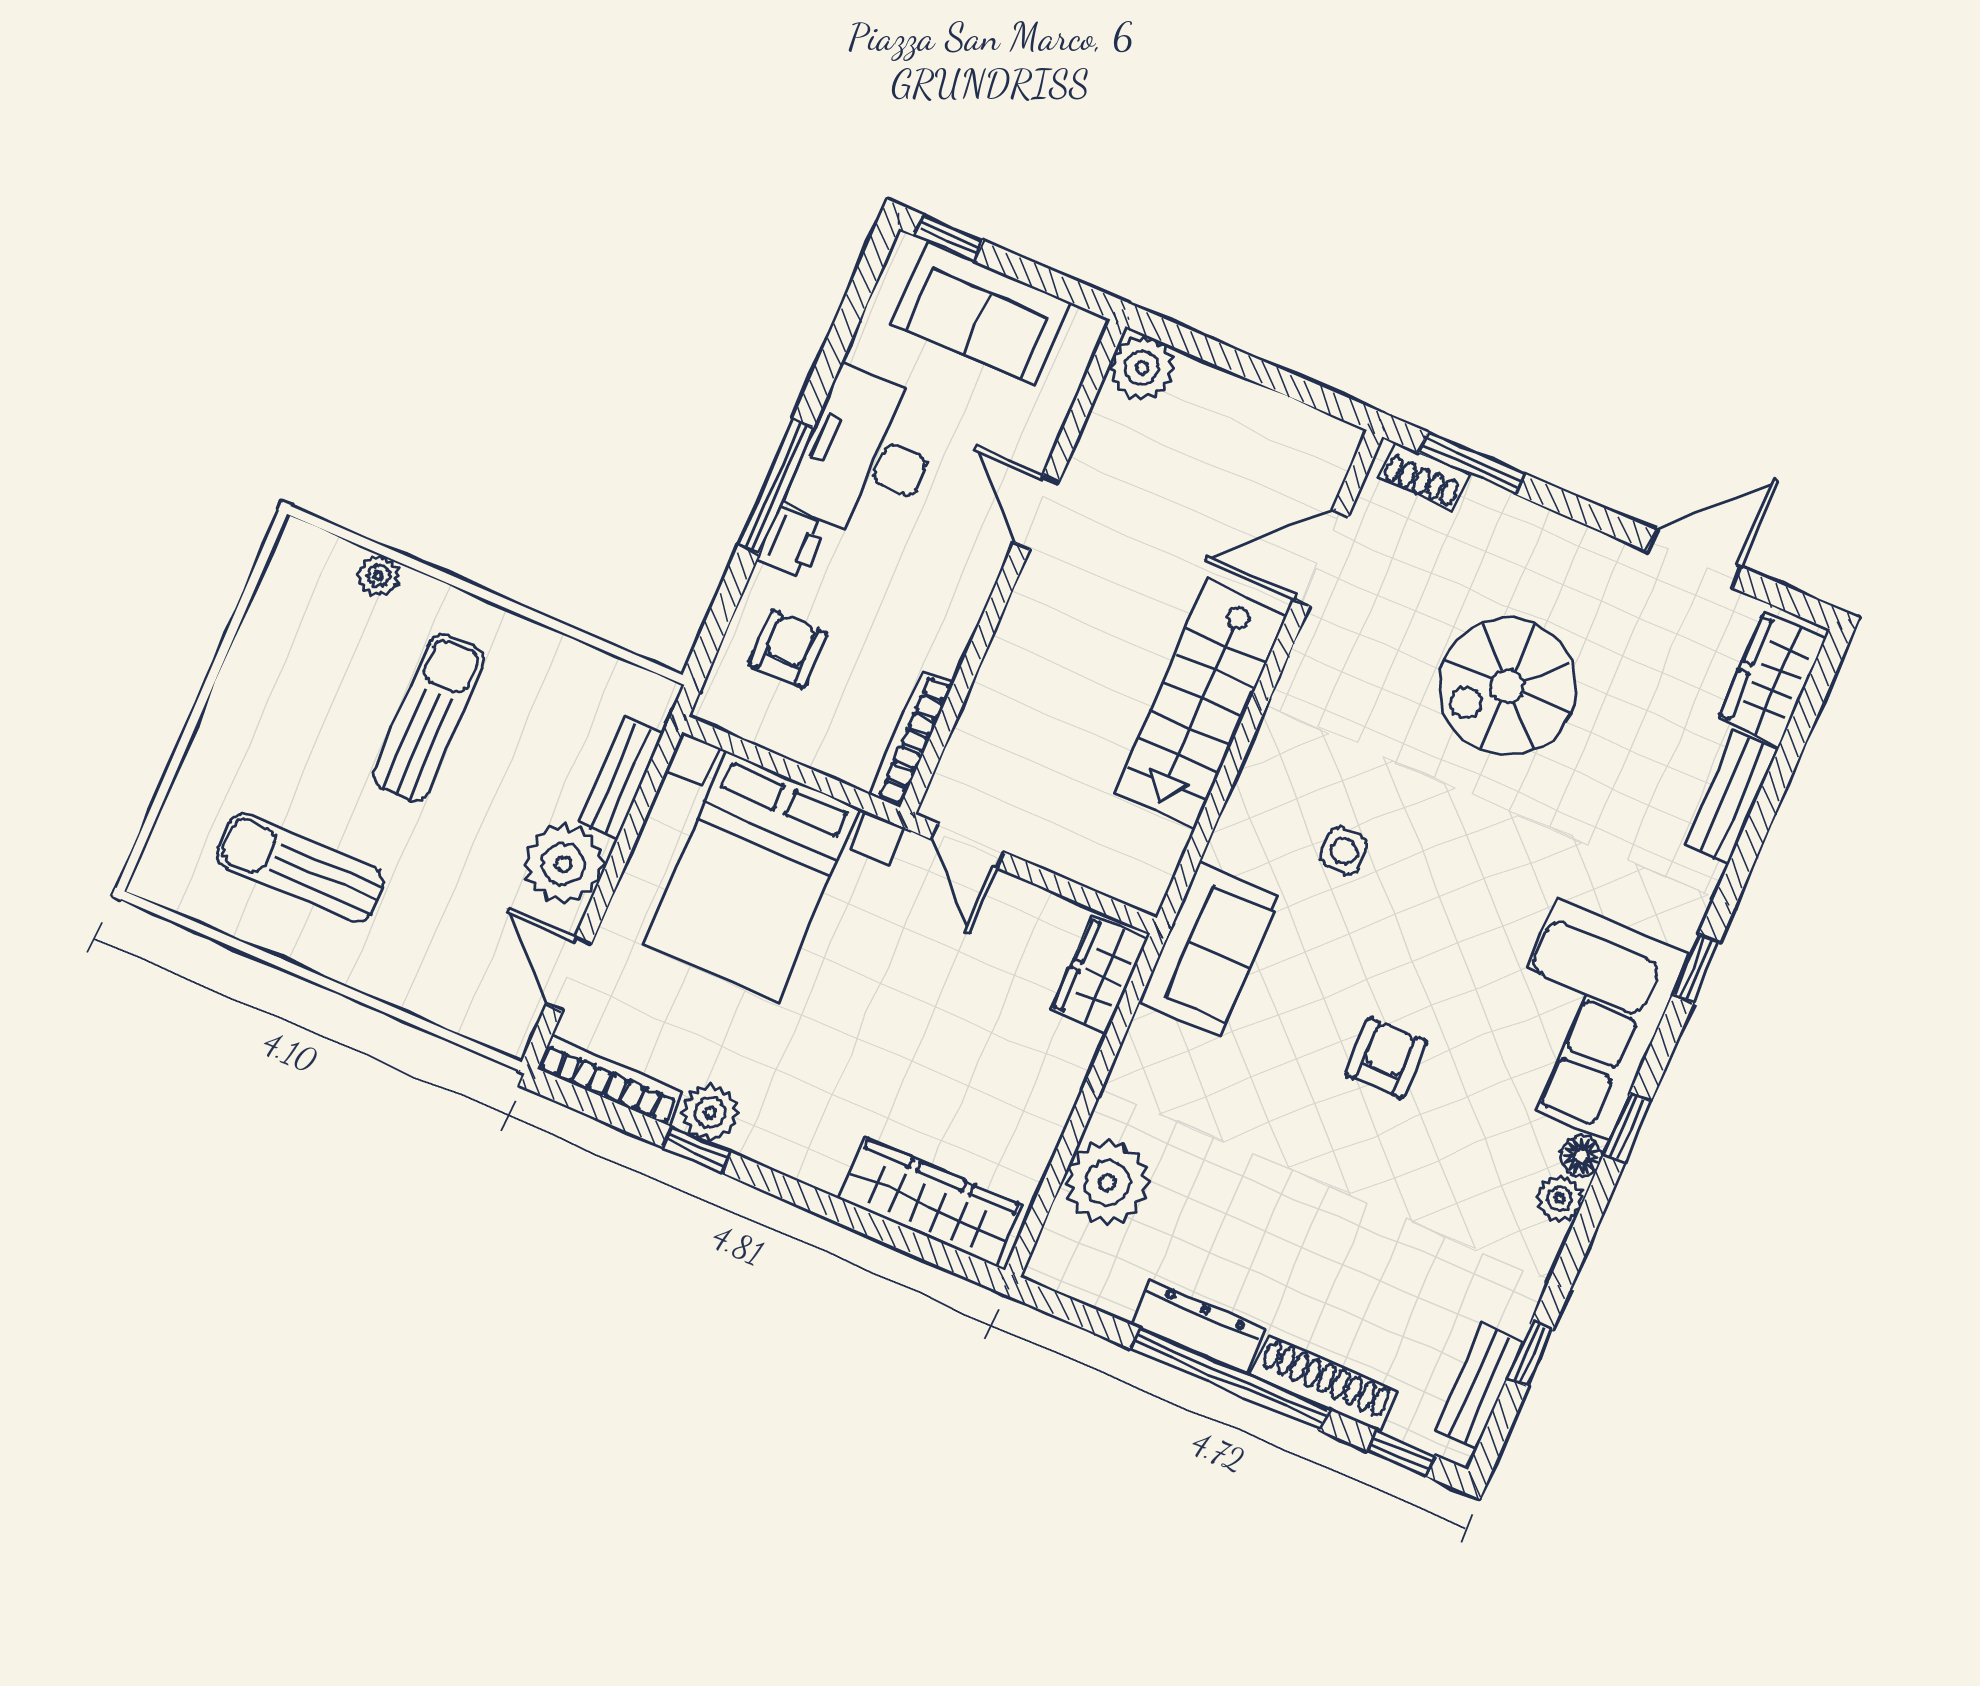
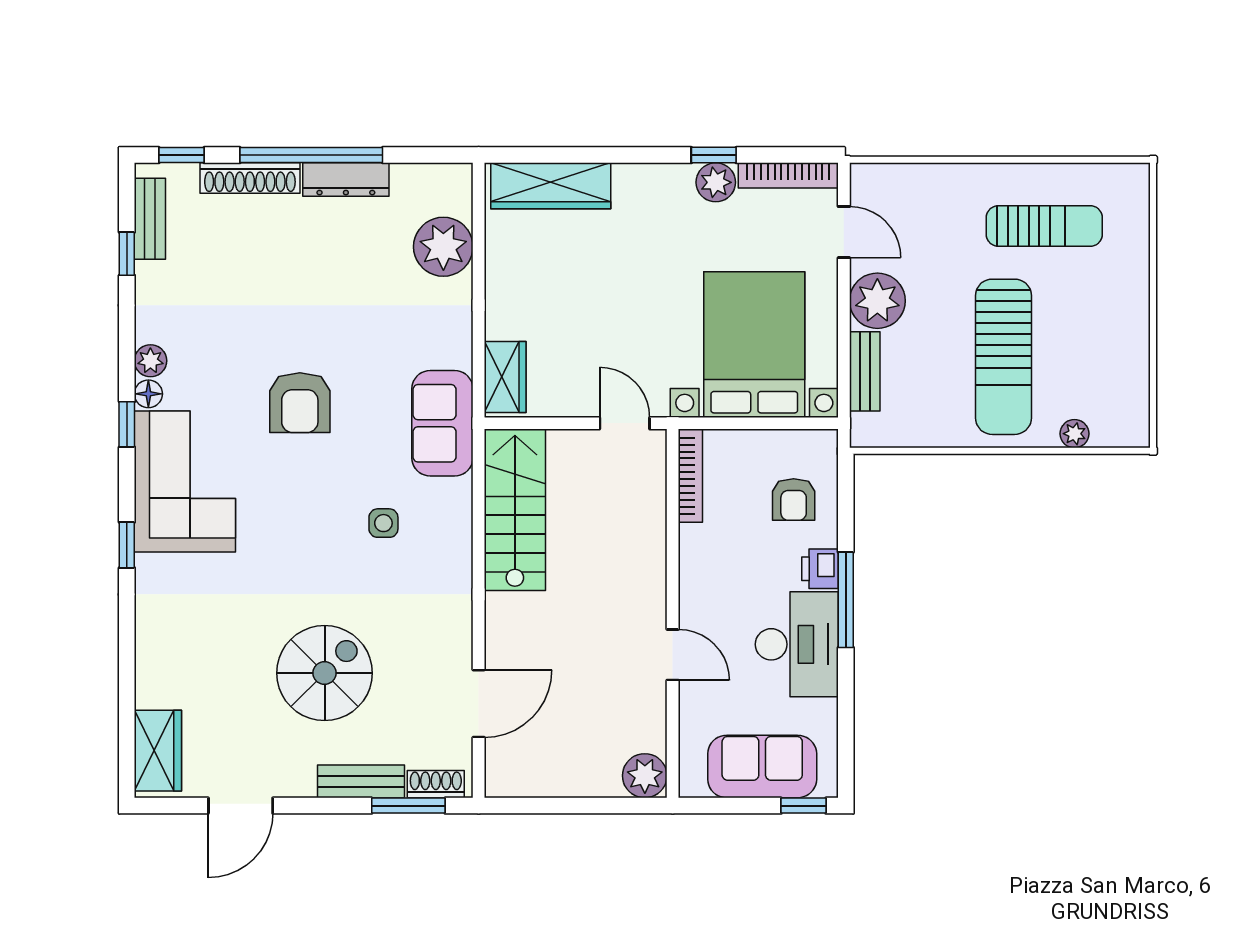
stairs: (1201, 704) -> (515, 510), moved
sun lounger: (429, 718) -> (1003, 357), width x1.36, depth x1.34
bench: (1732, 797) -> (361, 781), moved, turned 90
armchair: (1386, 1058) -> (300, 403), width x1.38, depth x1.38

